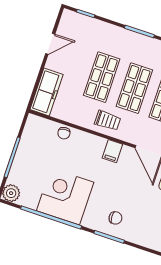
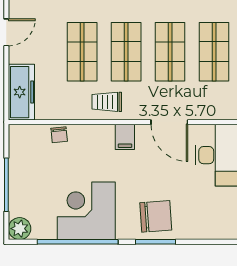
trolley: (108, 121) -> (107, 102), turned 180
chair: (115, 218) -> (156, 216), width x1.87, depth x1.87

